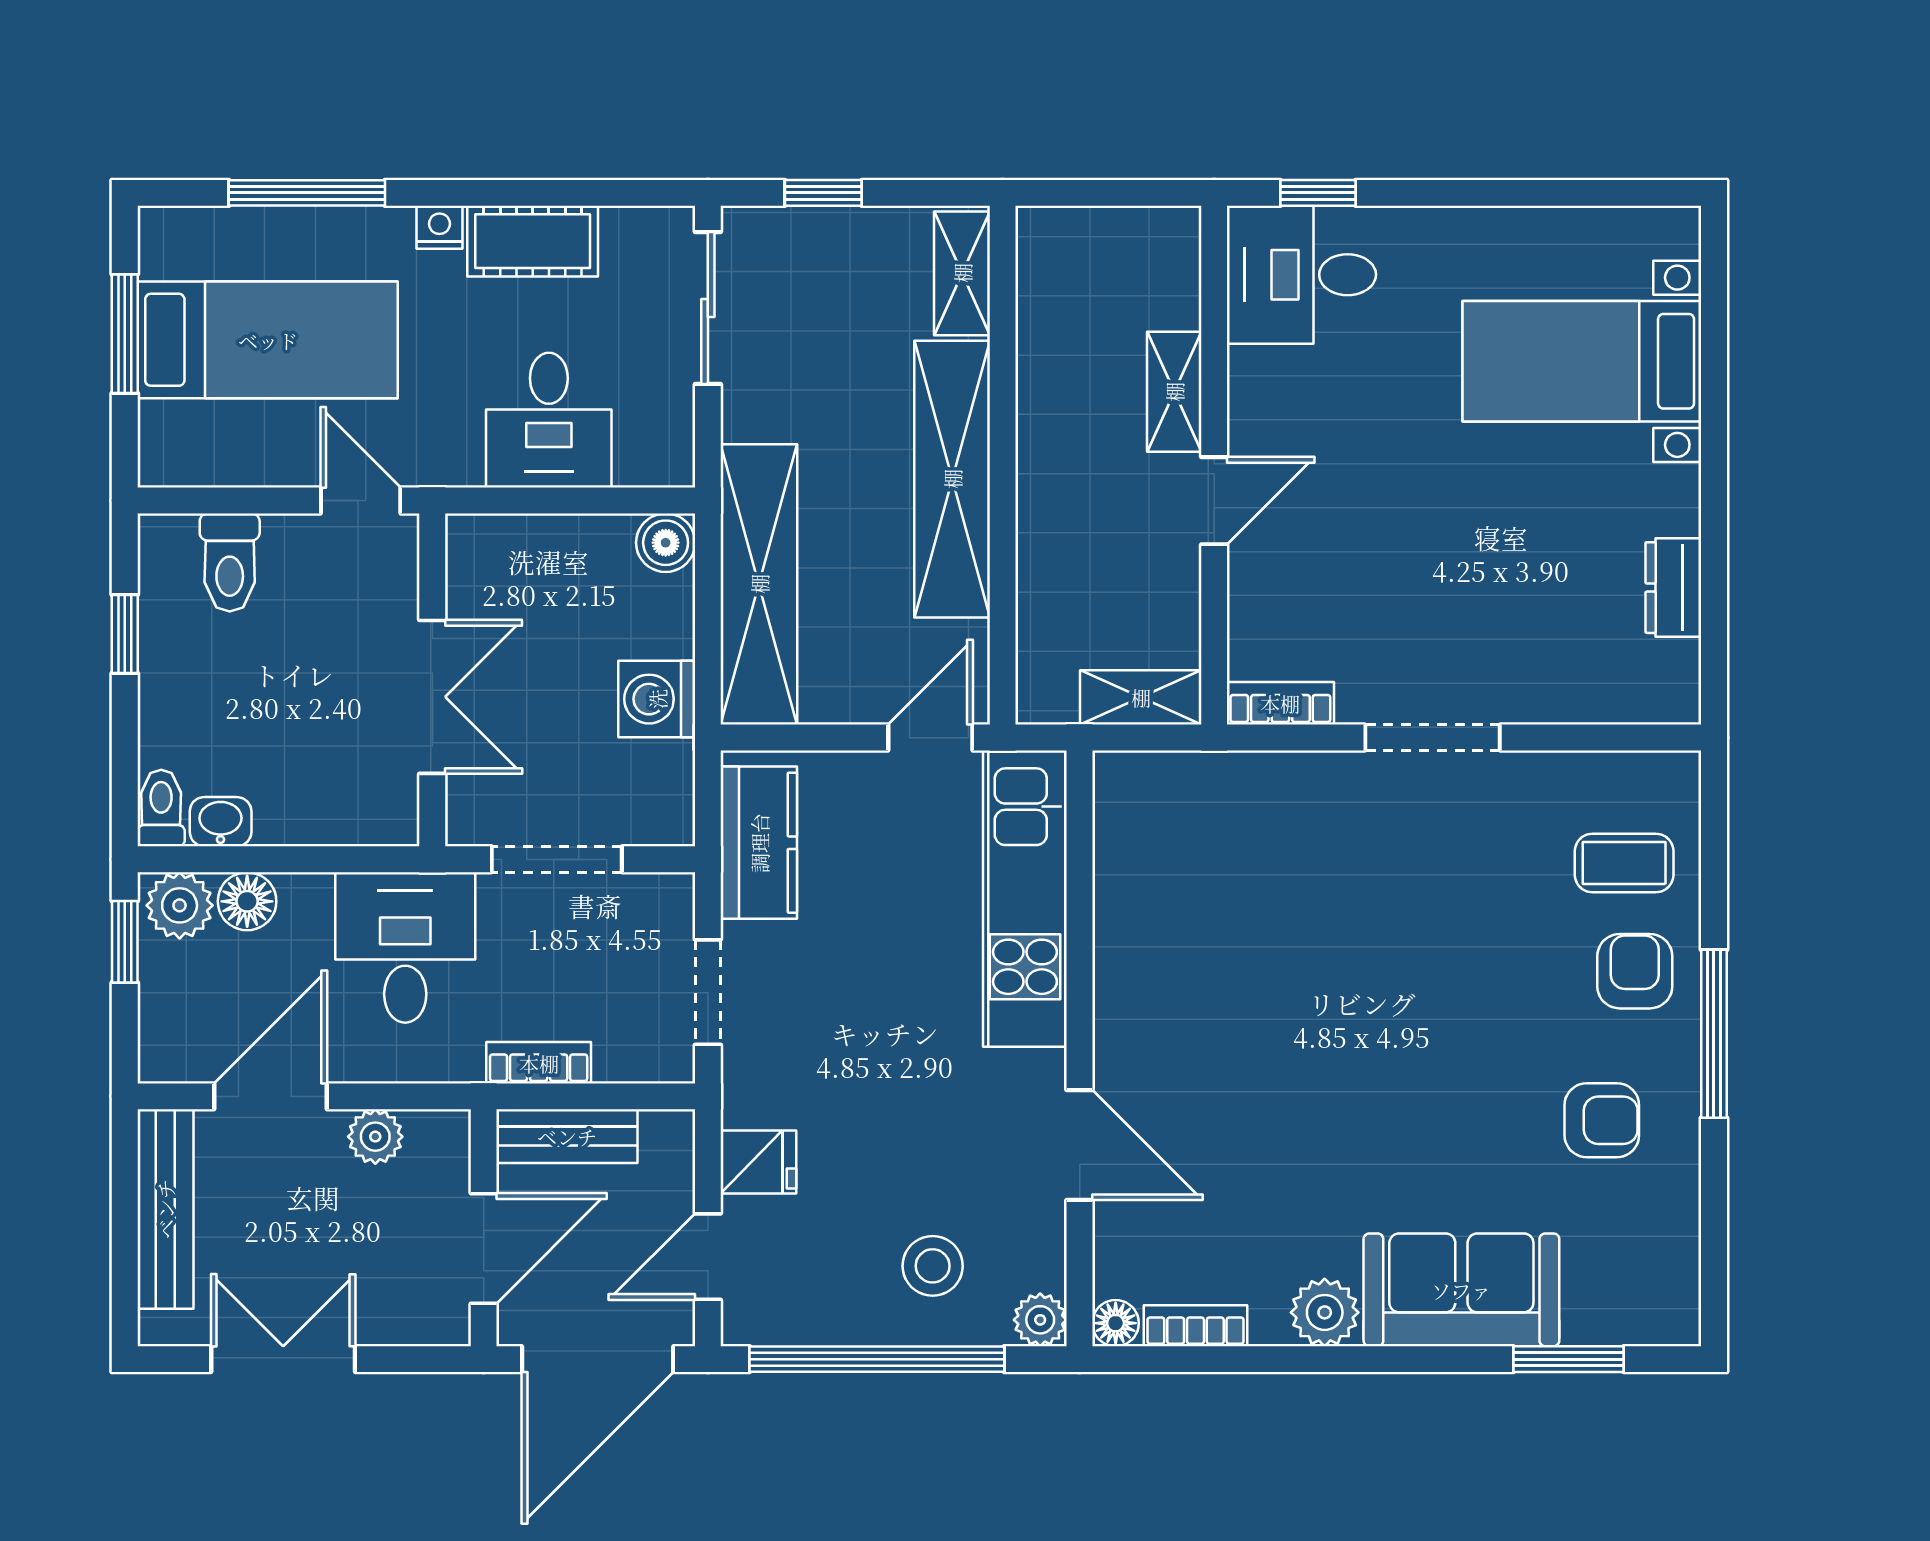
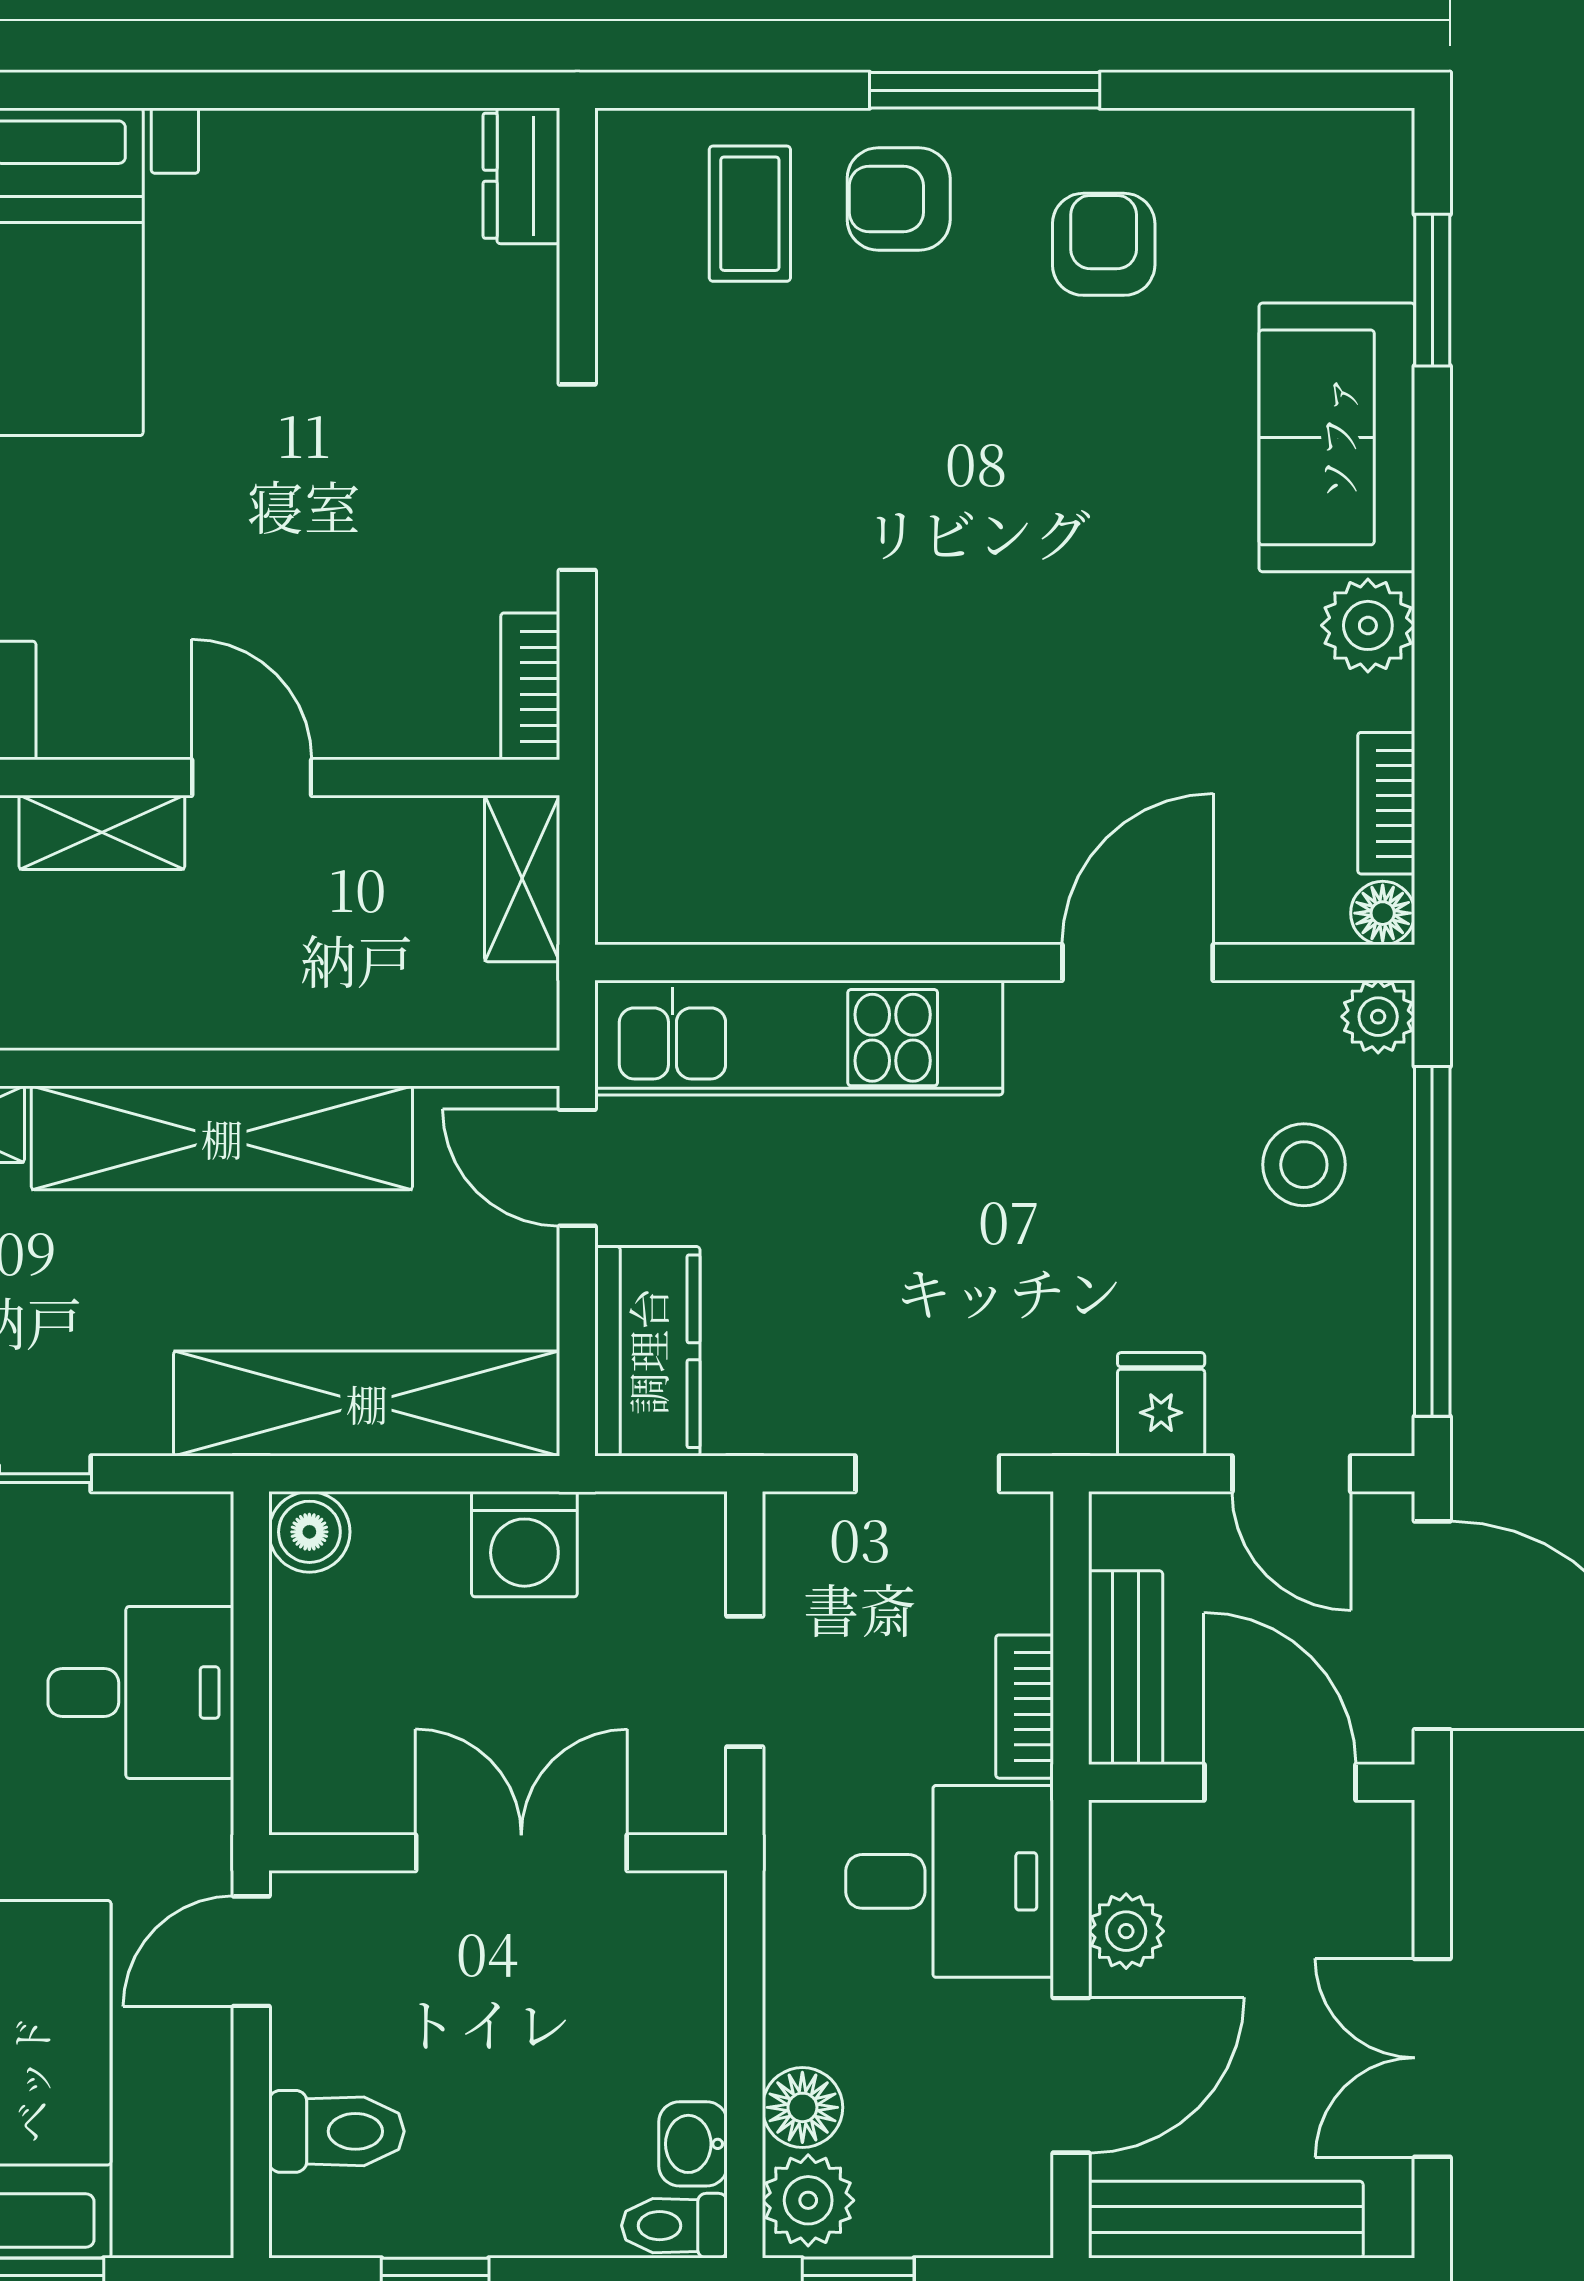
dresser: (1673, 588) -> (521, 176), moved, turned 90
kitchen counter: (759, 843) -> (647, 1351), moved, turned 90
doorway: (557, 859) -> (745, 1681), width x0.73
desk: (405, 947) -> (950, 1881), moved, turned 180
door: (270, 1096) -> (1071, 2075), swing flipped

